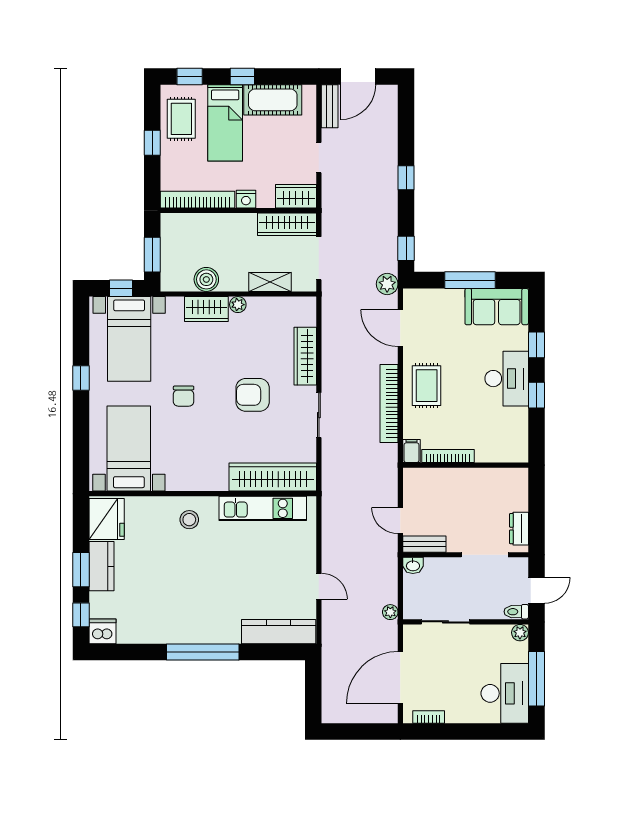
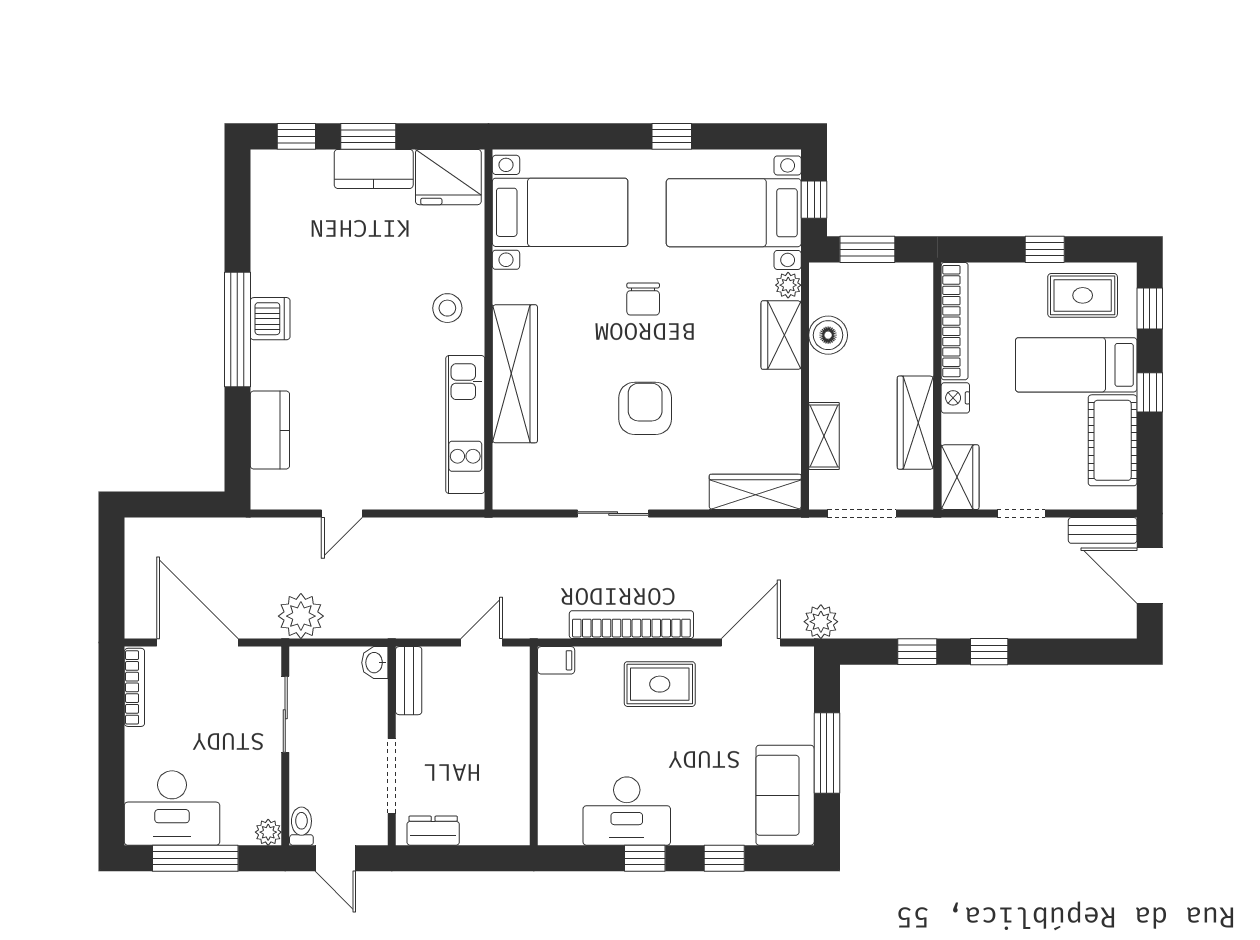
wardrobe: (287, 224) -> (915, 423), moved
window: (406, 248) -> (917, 652), moved
plant: (238, 305) -> (788, 285), moved
wardrobe: (305, 356) -> (755, 492), moved
desk: (507, 379) -> (627, 811), moved
chair: (184, 396) -> (643, 299), turned -90
bookcase: (448, 456) -> (548, 718), removed
wardrobe: (273, 477) -> (515, 374), moved
door: (400, 521) -> (482, 643), moved
plant: (390, 612) -> (301, 616), width x1.87, depth x1.87
dishwasher: (102, 631) -> (270, 319), moved
kitchen counter: (279, 632) -> (270, 430), width x0.67
bookcase: (429, 717) -> (134, 687), width x1.56

